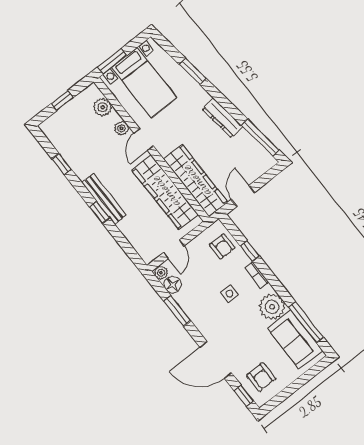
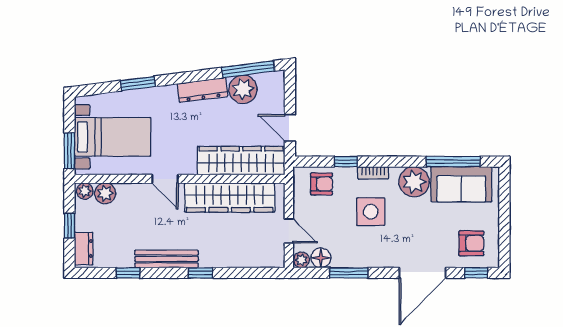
dresser: (55, 122) -> (84, 249), added
plant: (122, 128) -> (85, 191), moved
plant: (244, 145) -> (243, 89), added
bench: (104, 199) -> (167, 259), moved
side table: (229, 294) -> (371, 212), width x1.87, depth x1.87

